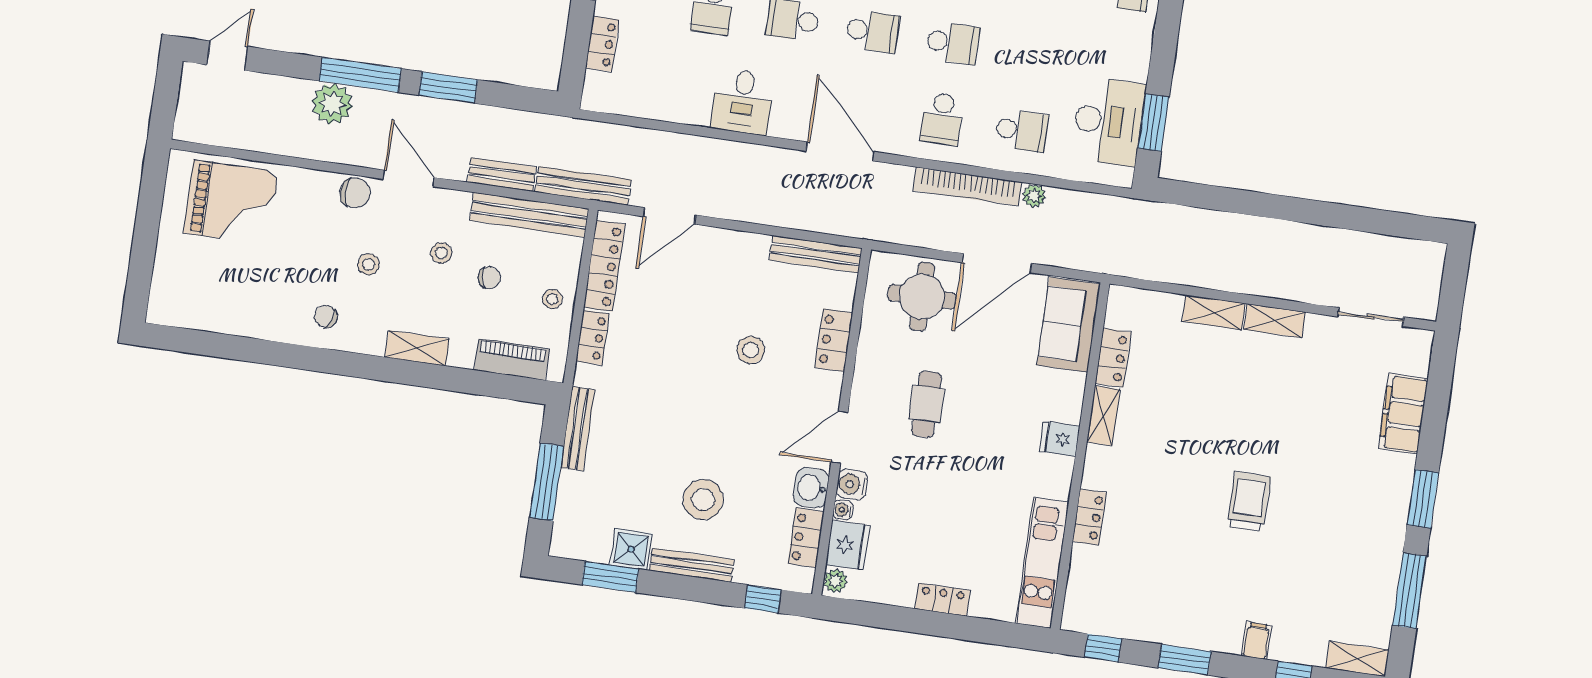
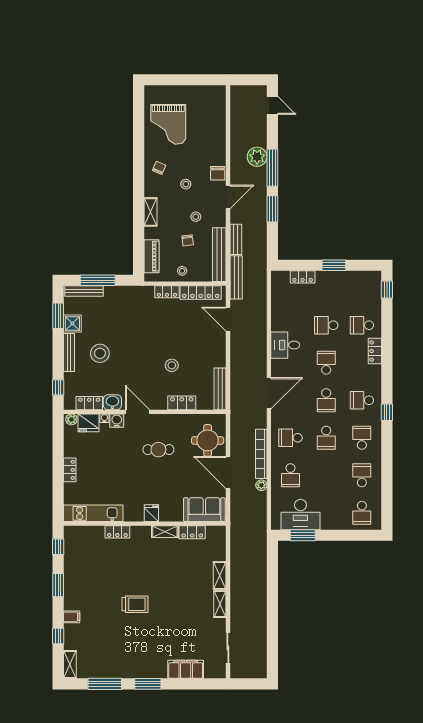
grand piano: (231, 202) -> (168, 124), moved
bench: (578, 429) -> (84, 291), moved

